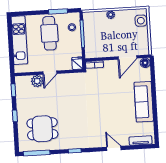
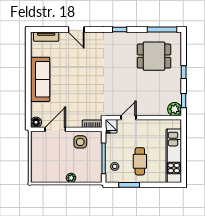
side table: (141, 21) -> (80, 142), moved
cafe table: (49, 33) -> (140, 161), width x0.73, depth x0.74
door: (50, 73) -> (128, 118), moved
plant: (37, 81) -> (174, 109), moved

